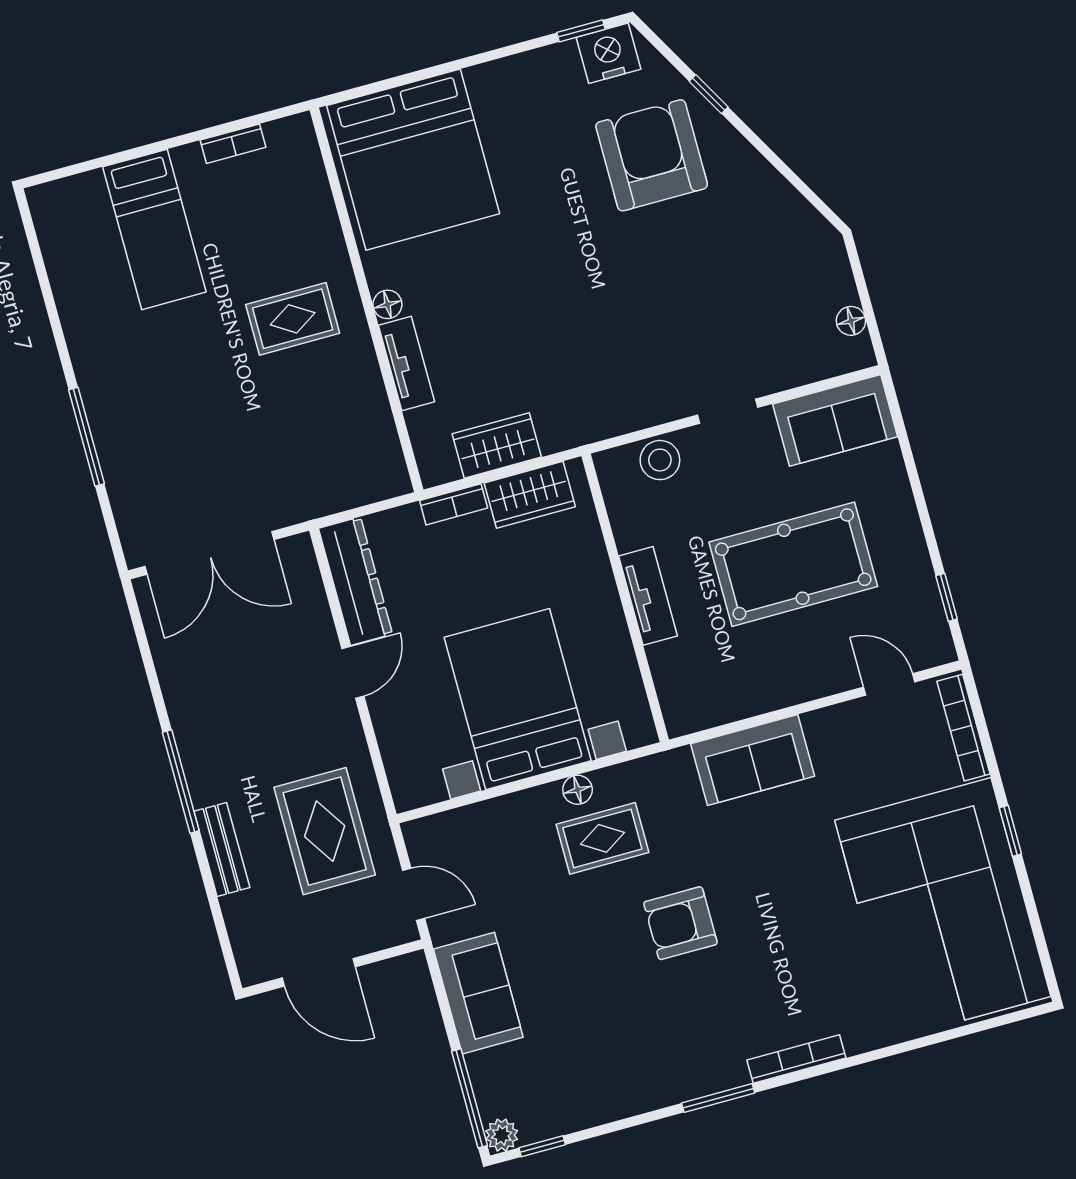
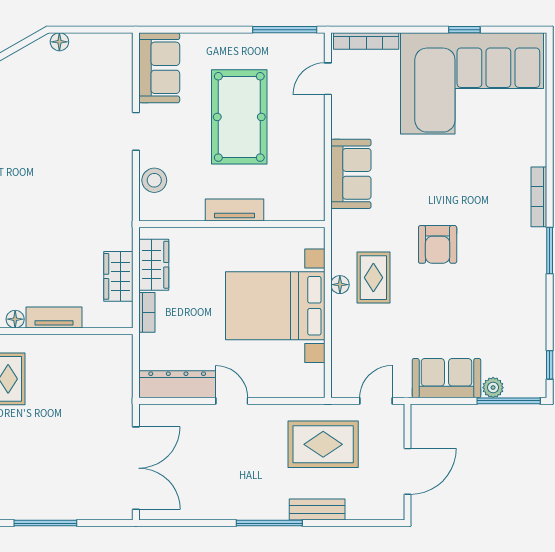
floor lamp: (851, 321) -> (59, 42), moved
window: (947, 597) -> (285, 30), width x2.17
window: (1010, 831) -> (464, 30), moved
plant: (502, 1135) -> (493, 388), moved

